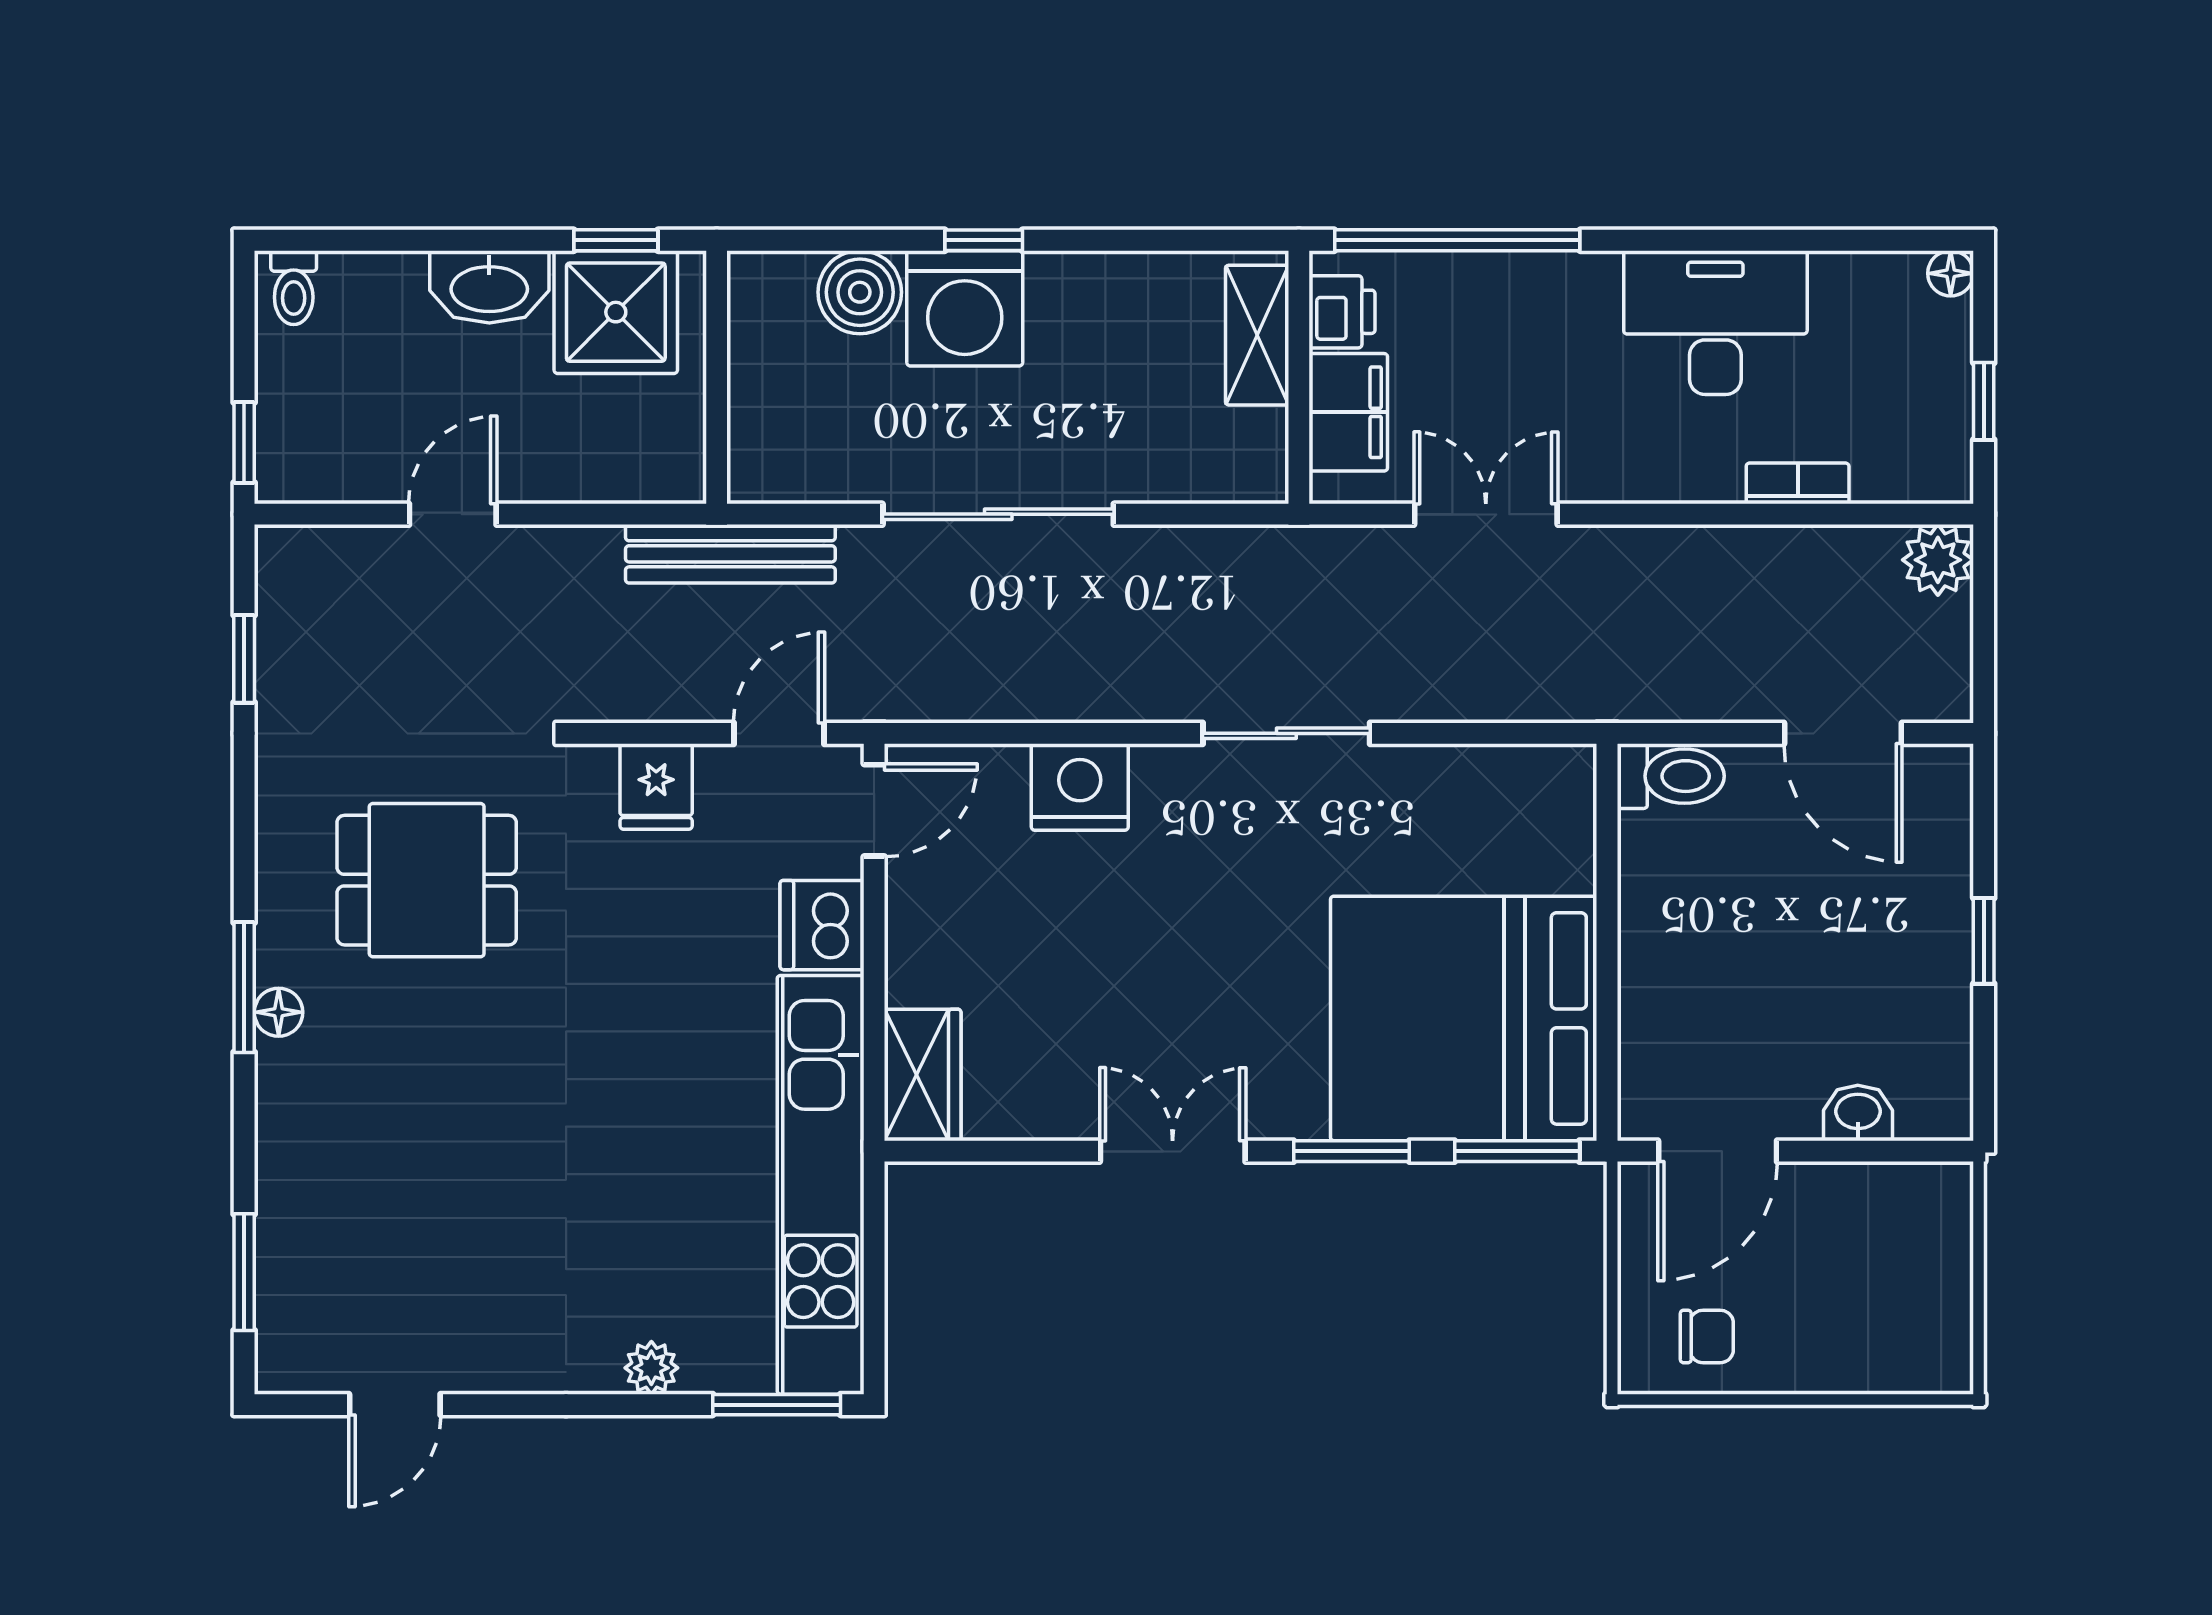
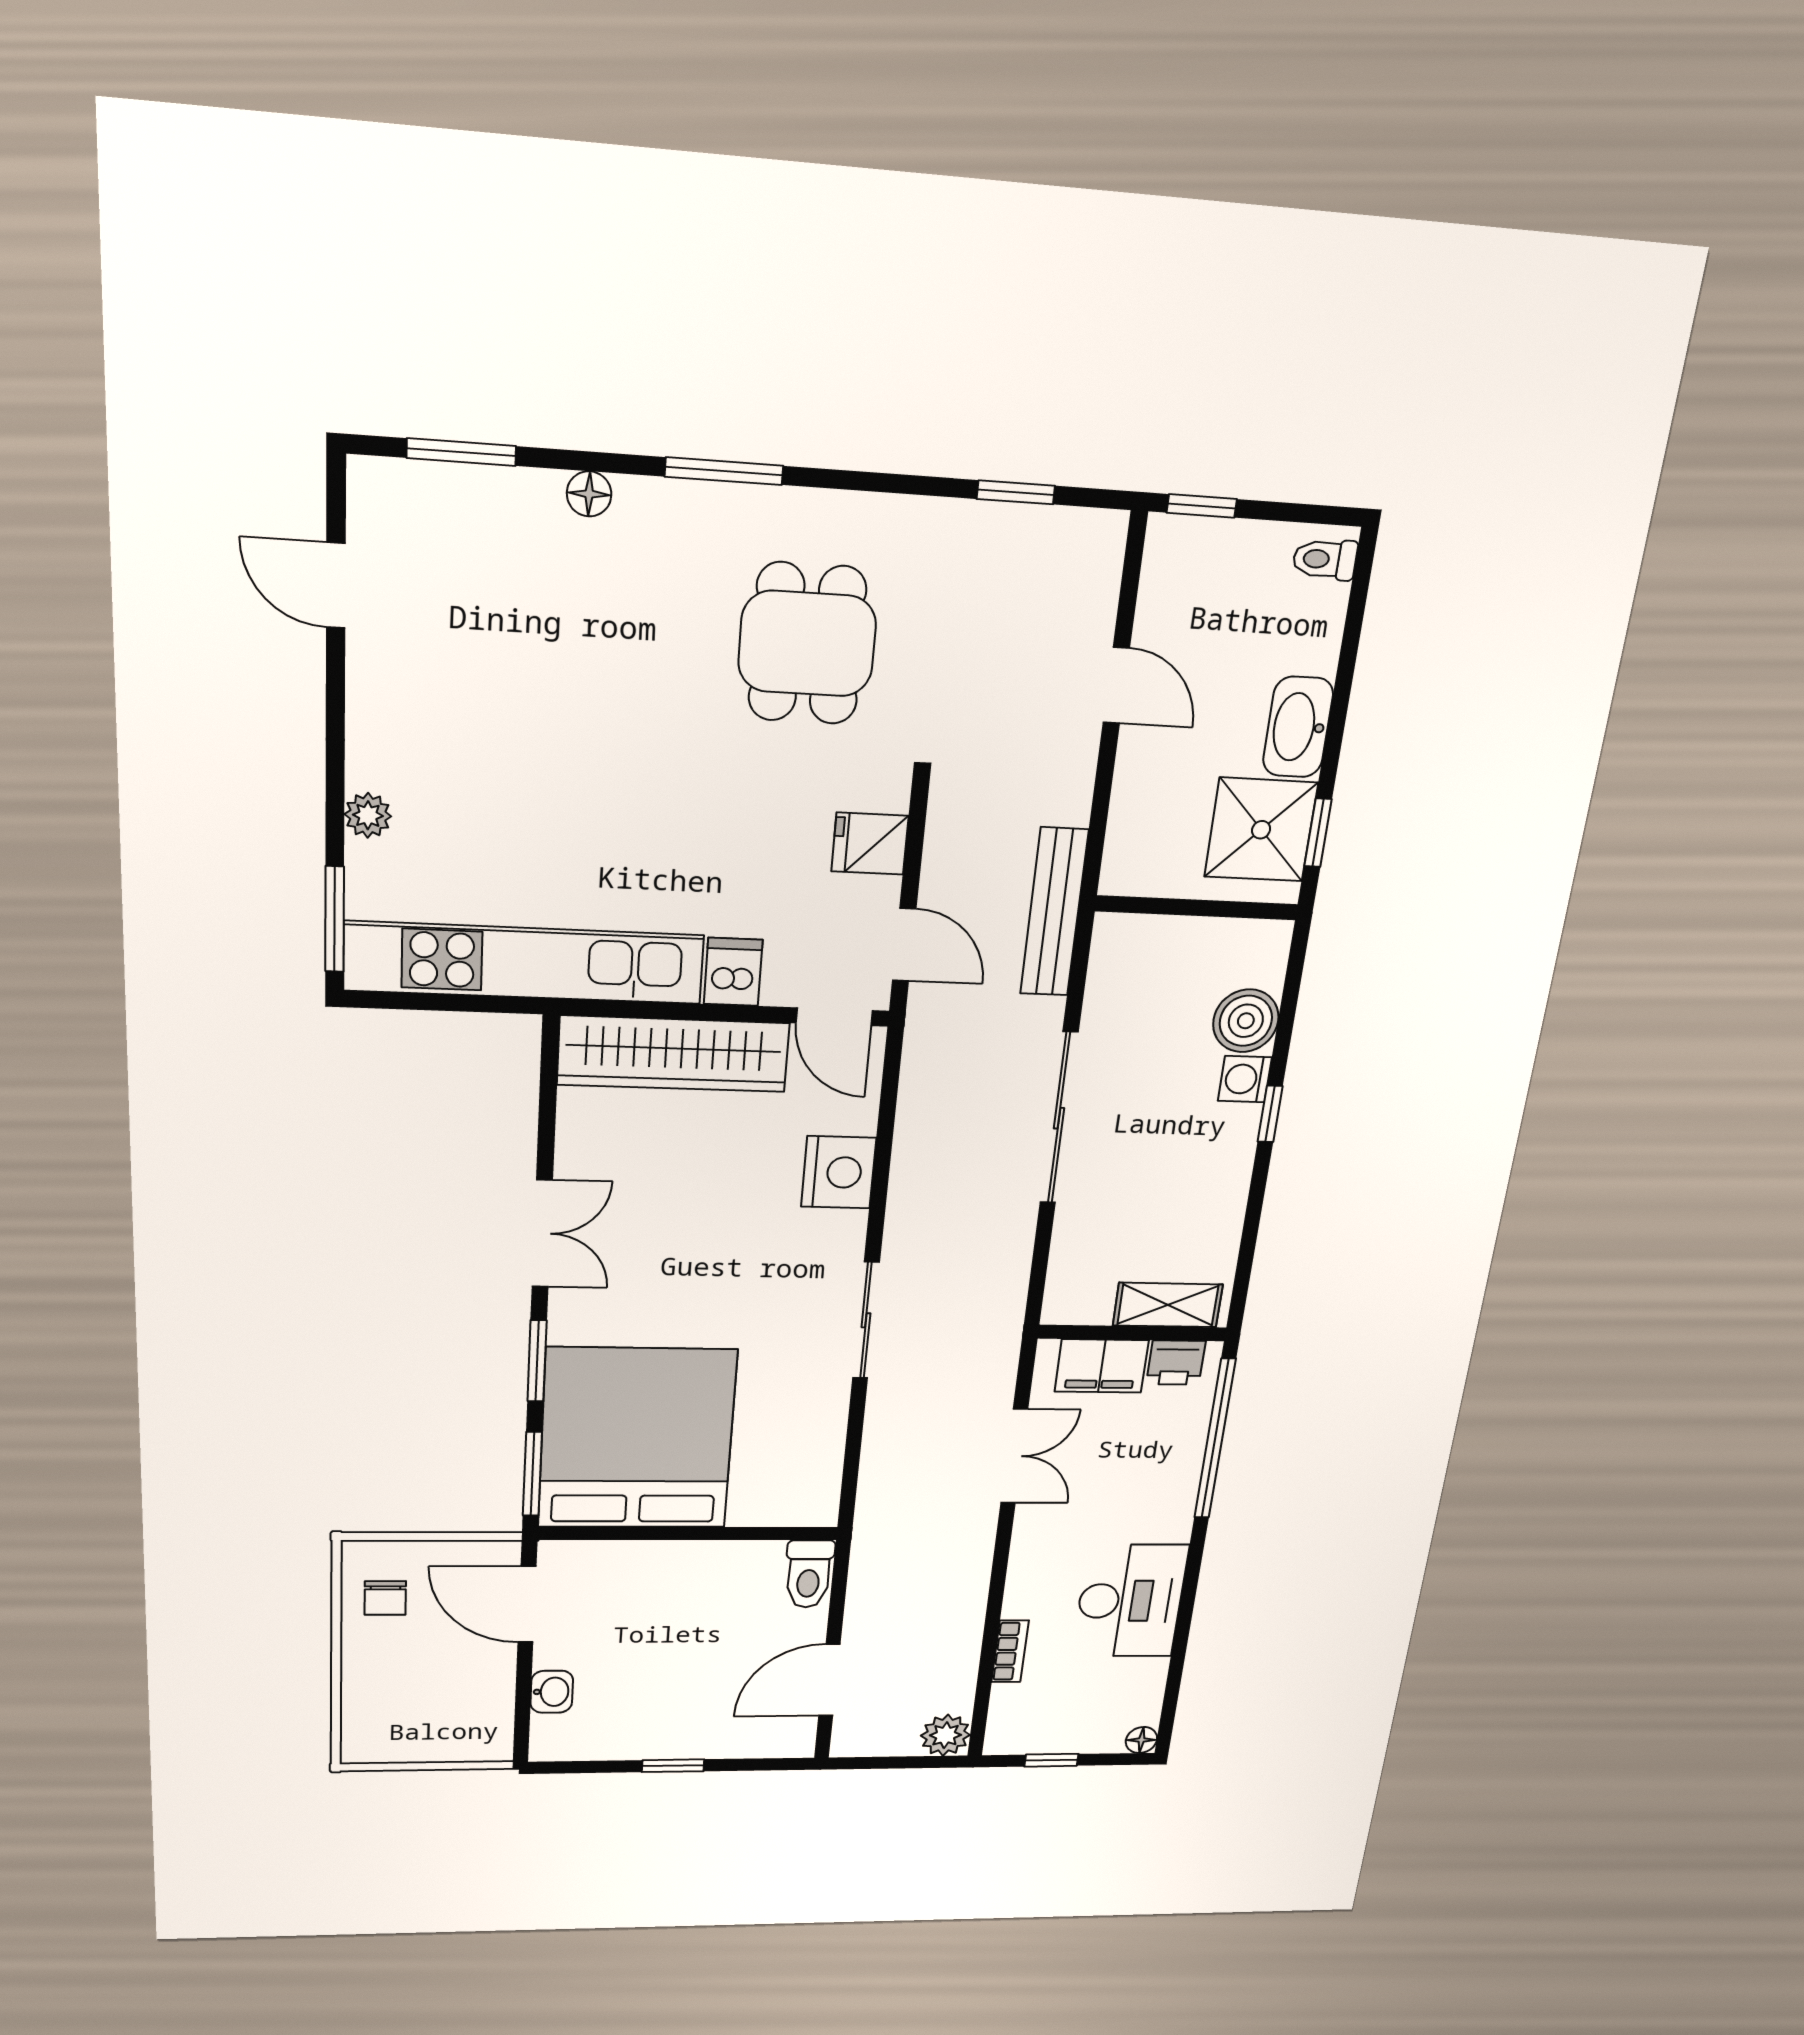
washing machine: (965, 308) -> (1245, 1079), width x0.53, depth x0.53
dishwasher: (822, 925) -> (733, 972), width x0.73
floor lamp: (279, 1012) -> (589, 494), moved
wardrobe: (923, 1075) -> (674, 1054), width x2.10, depth x1.17

